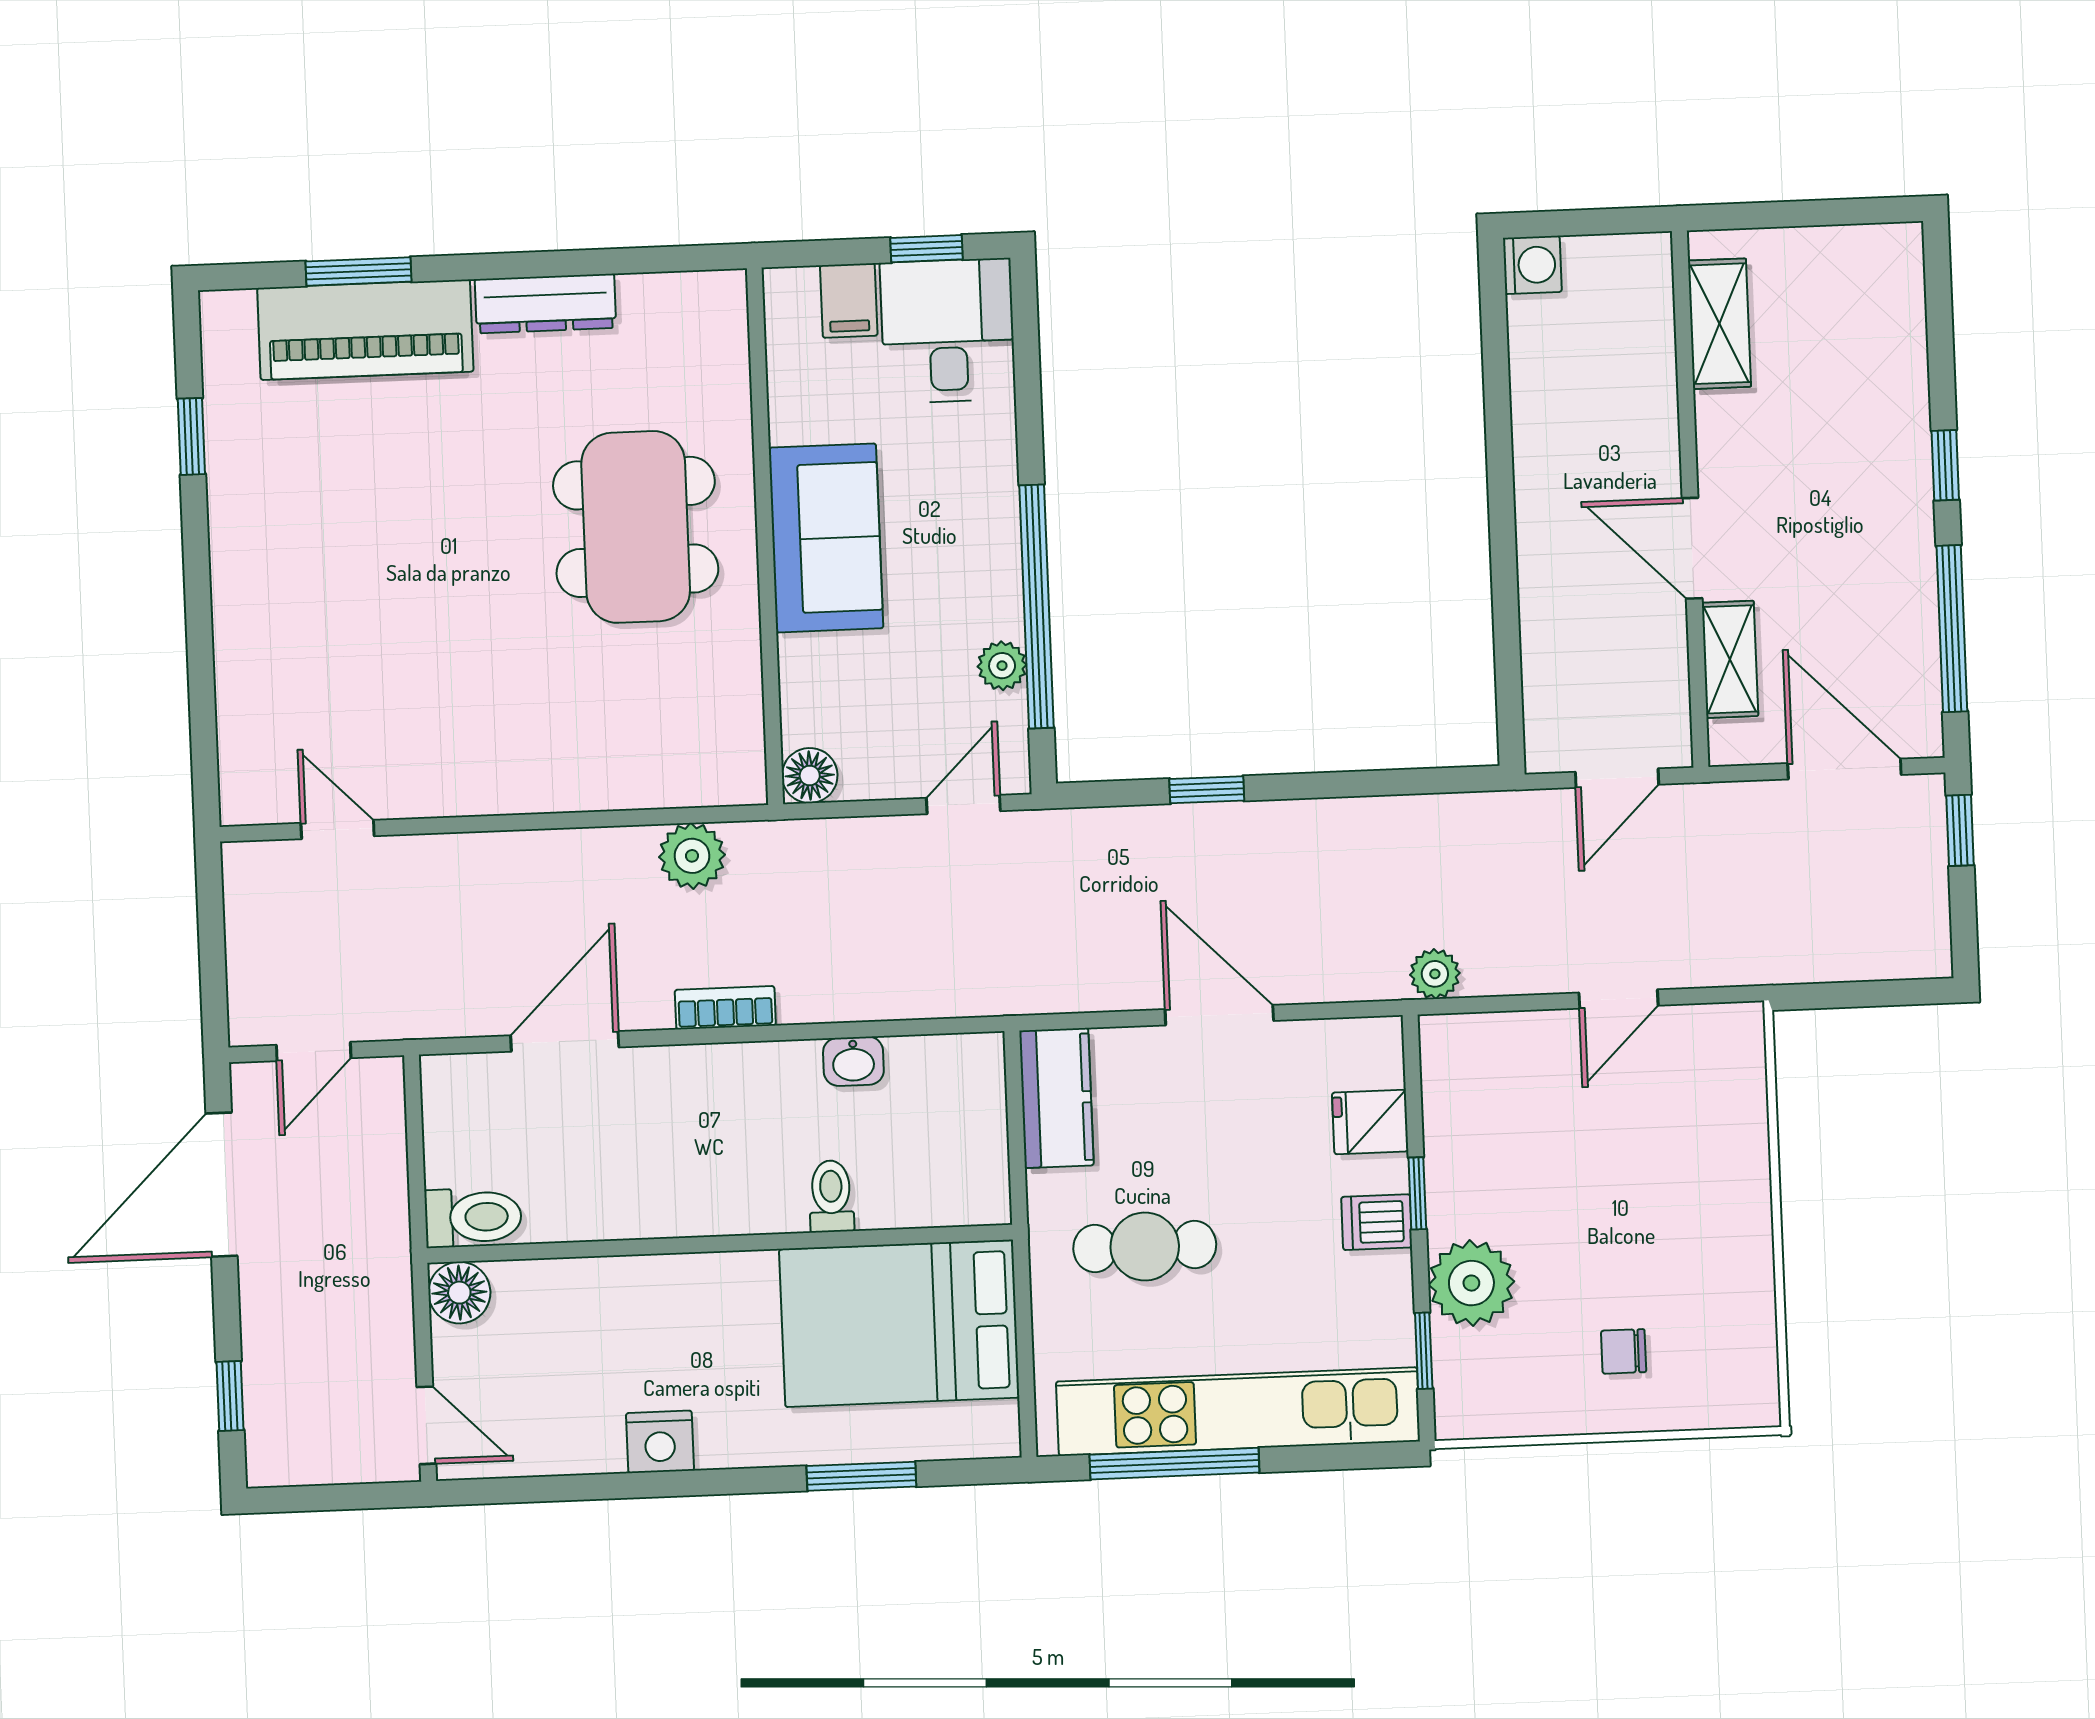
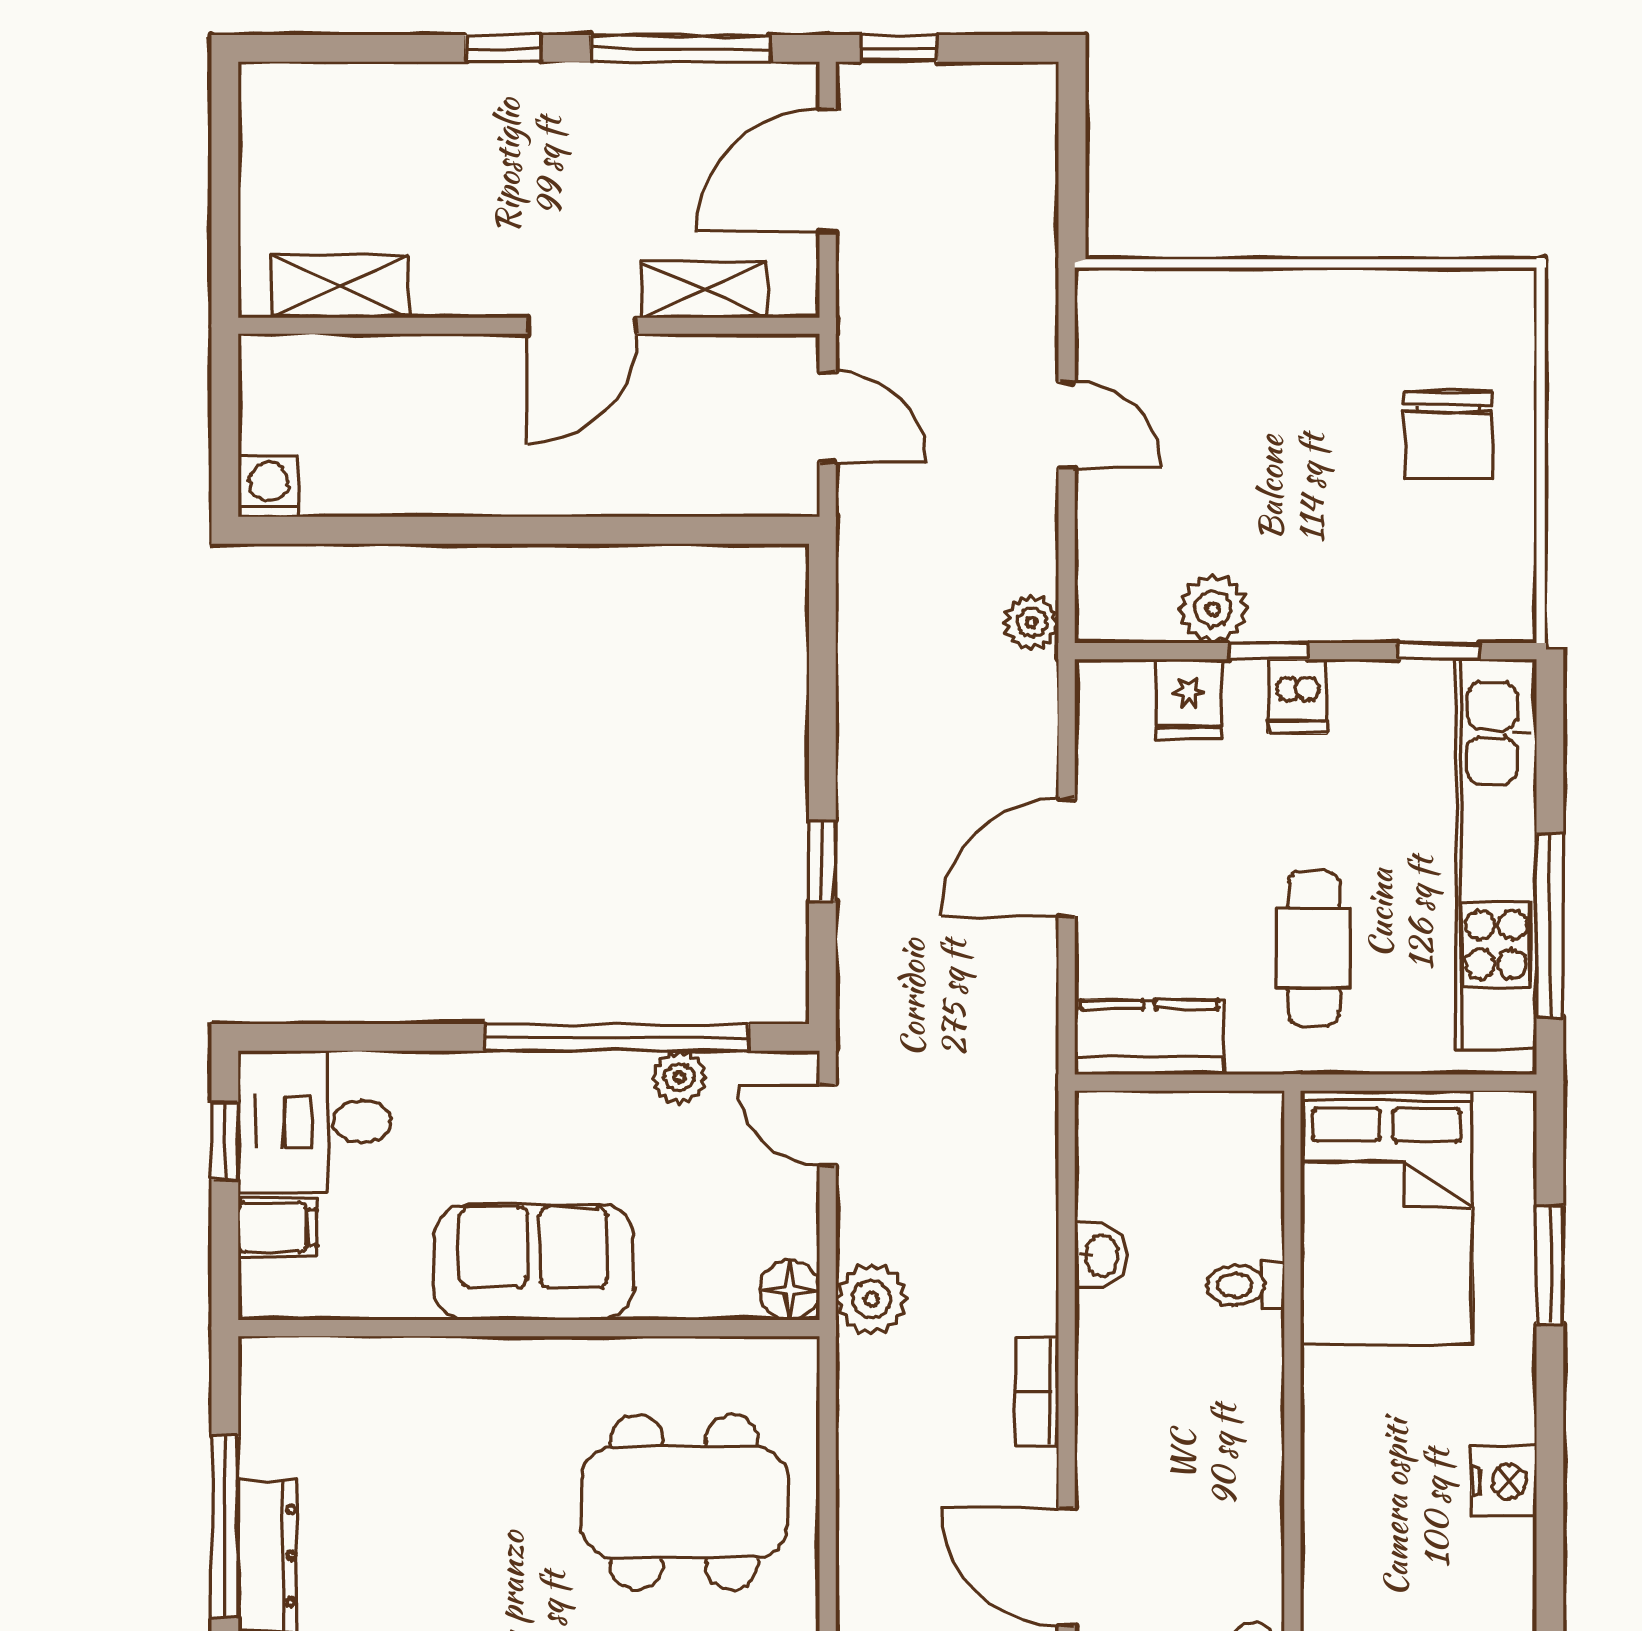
window: (570, 263) -> (225, 1527), added
dining table: (636, 527) -> (684, 1502), moved
plant: (692, 856) -> (872, 1299), moved
plant: (1471, 1283) -> (1213, 609), moved, width x0.73, depth x0.73
chair: (1624, 1351) -> (1448, 435), width x1.87, depth x1.87

